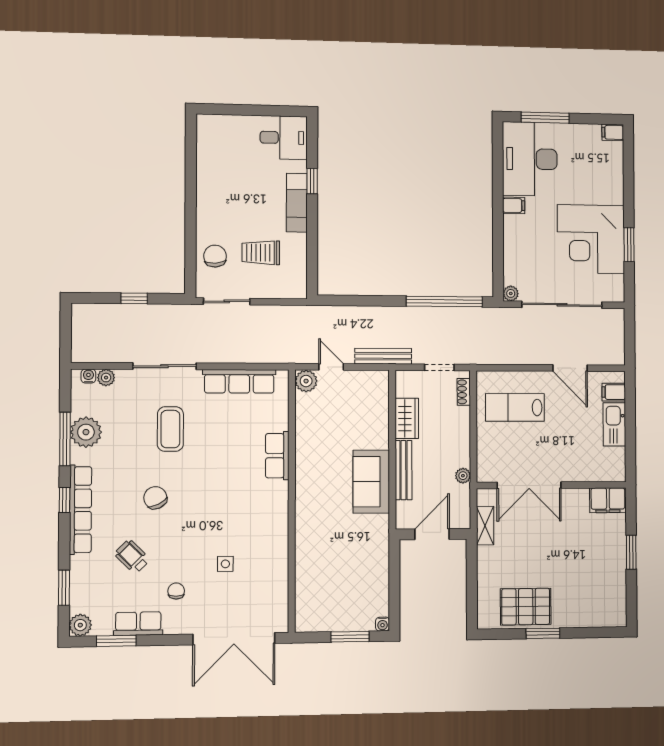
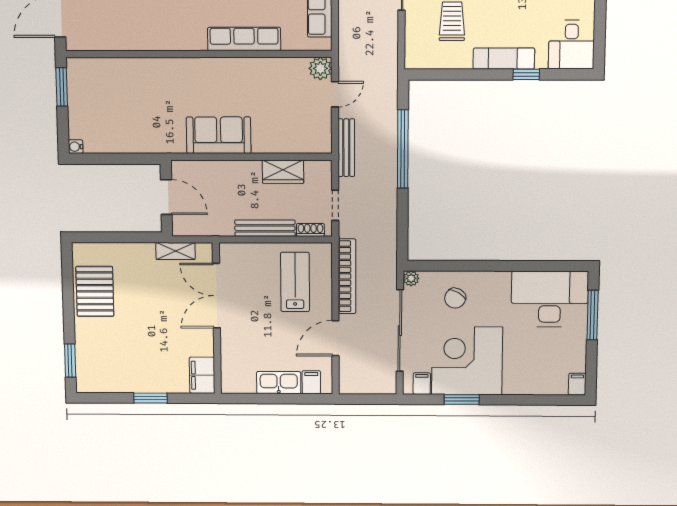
filing cabinet: (514, 205) -> (422, 384), moved, turned 180
chair: (530, 251) -> (455, 298), added
window: (444, 302) -> (403, 149), moved
bookcase: (509, 356) -> (347, 276), added
row of seats: (277, 456) -> (244, 39), width x1.48
bench: (403, 470) -> (265, 228), moved
plant: (463, 476) -> (226, 229), removed
window: (543, 633) -> (70, 361), moved
window: (350, 637) -> (62, 87), moved

